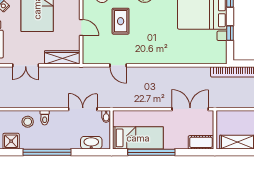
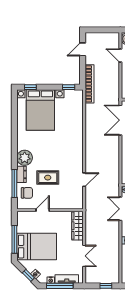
door: (81, 28) -> (43, 210), moved
window: (230, 33) -> (69, 87), moved

